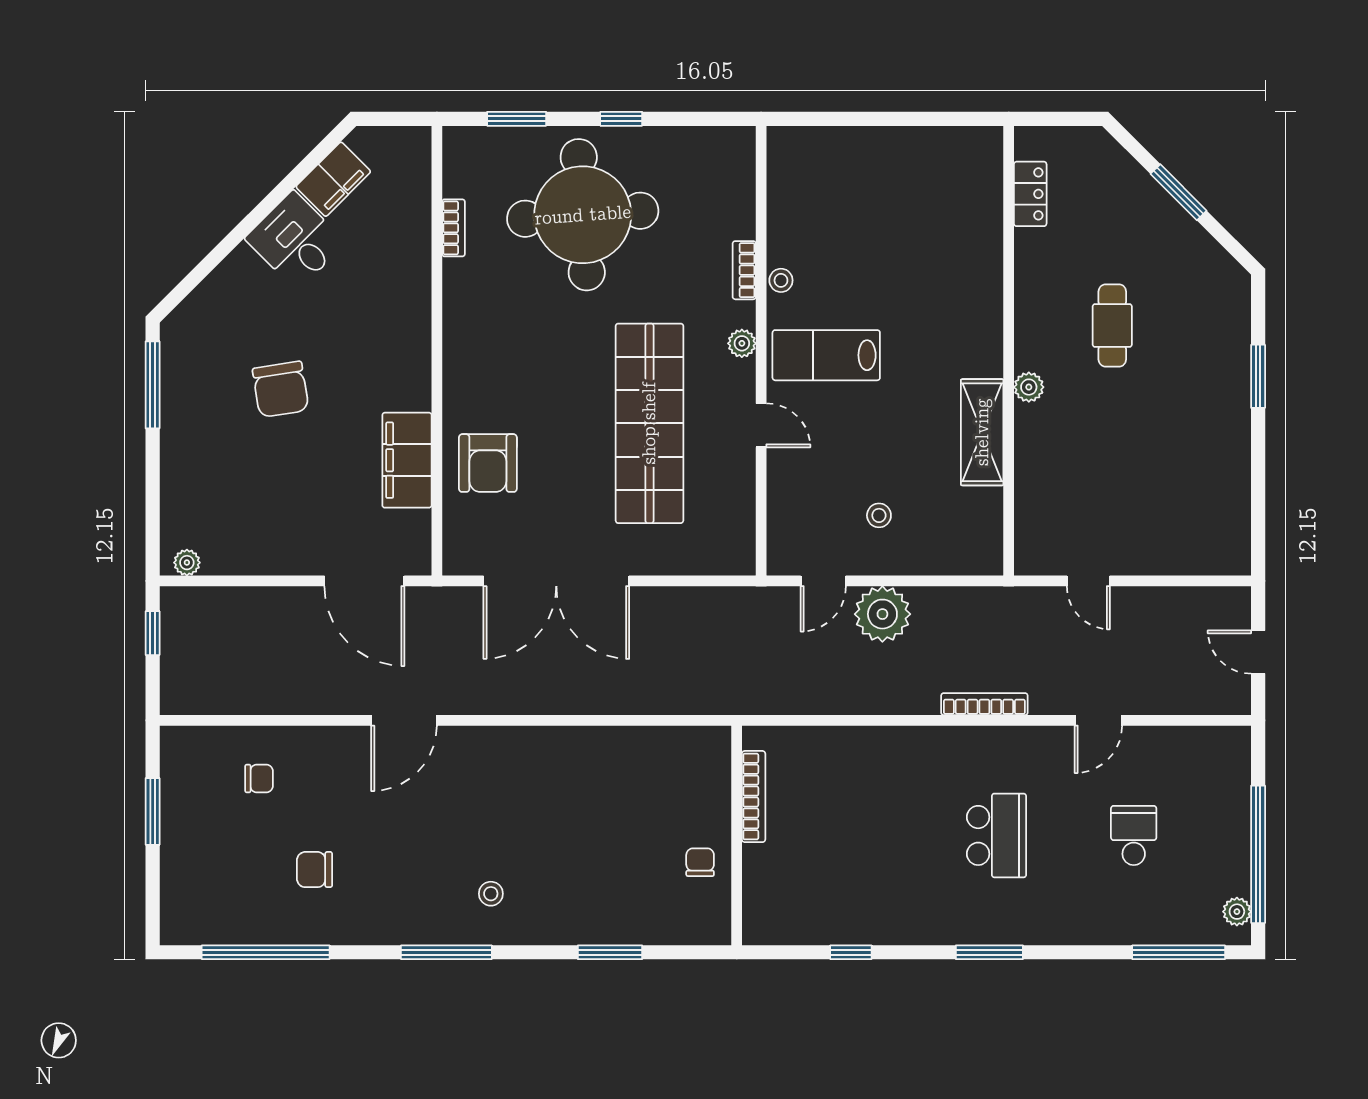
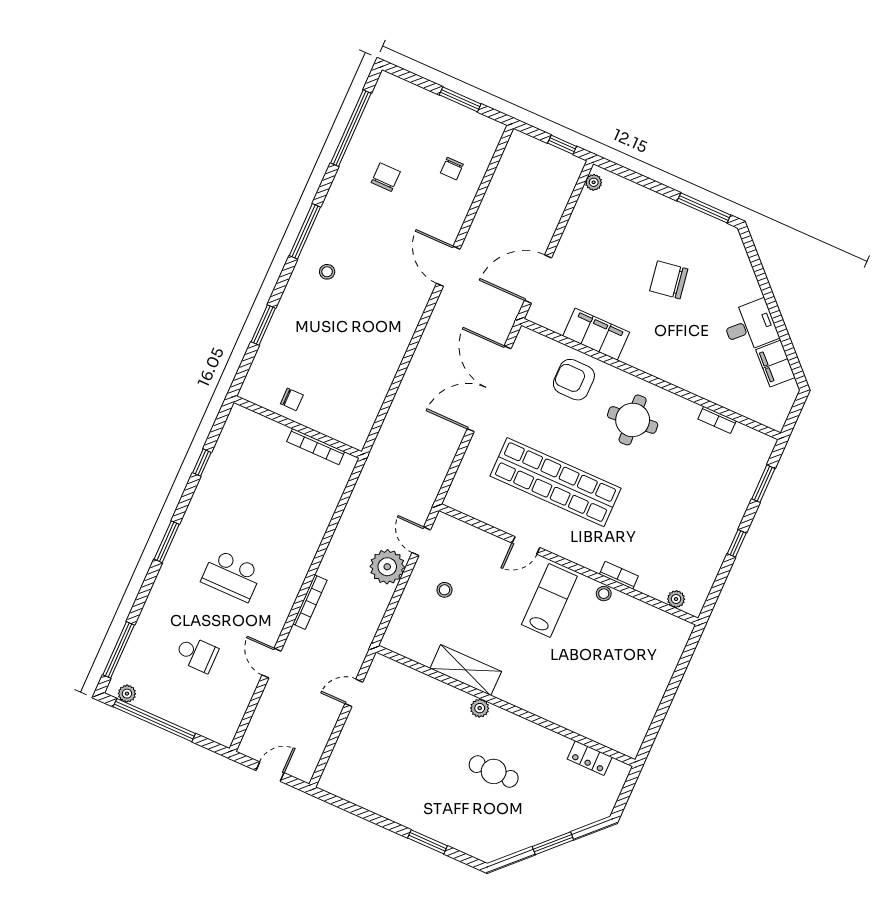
round table: (583, 215) -> (633, 420), moved, width x0.54, depth x0.54
plant: (742, 343) -> (676, 599), moved

